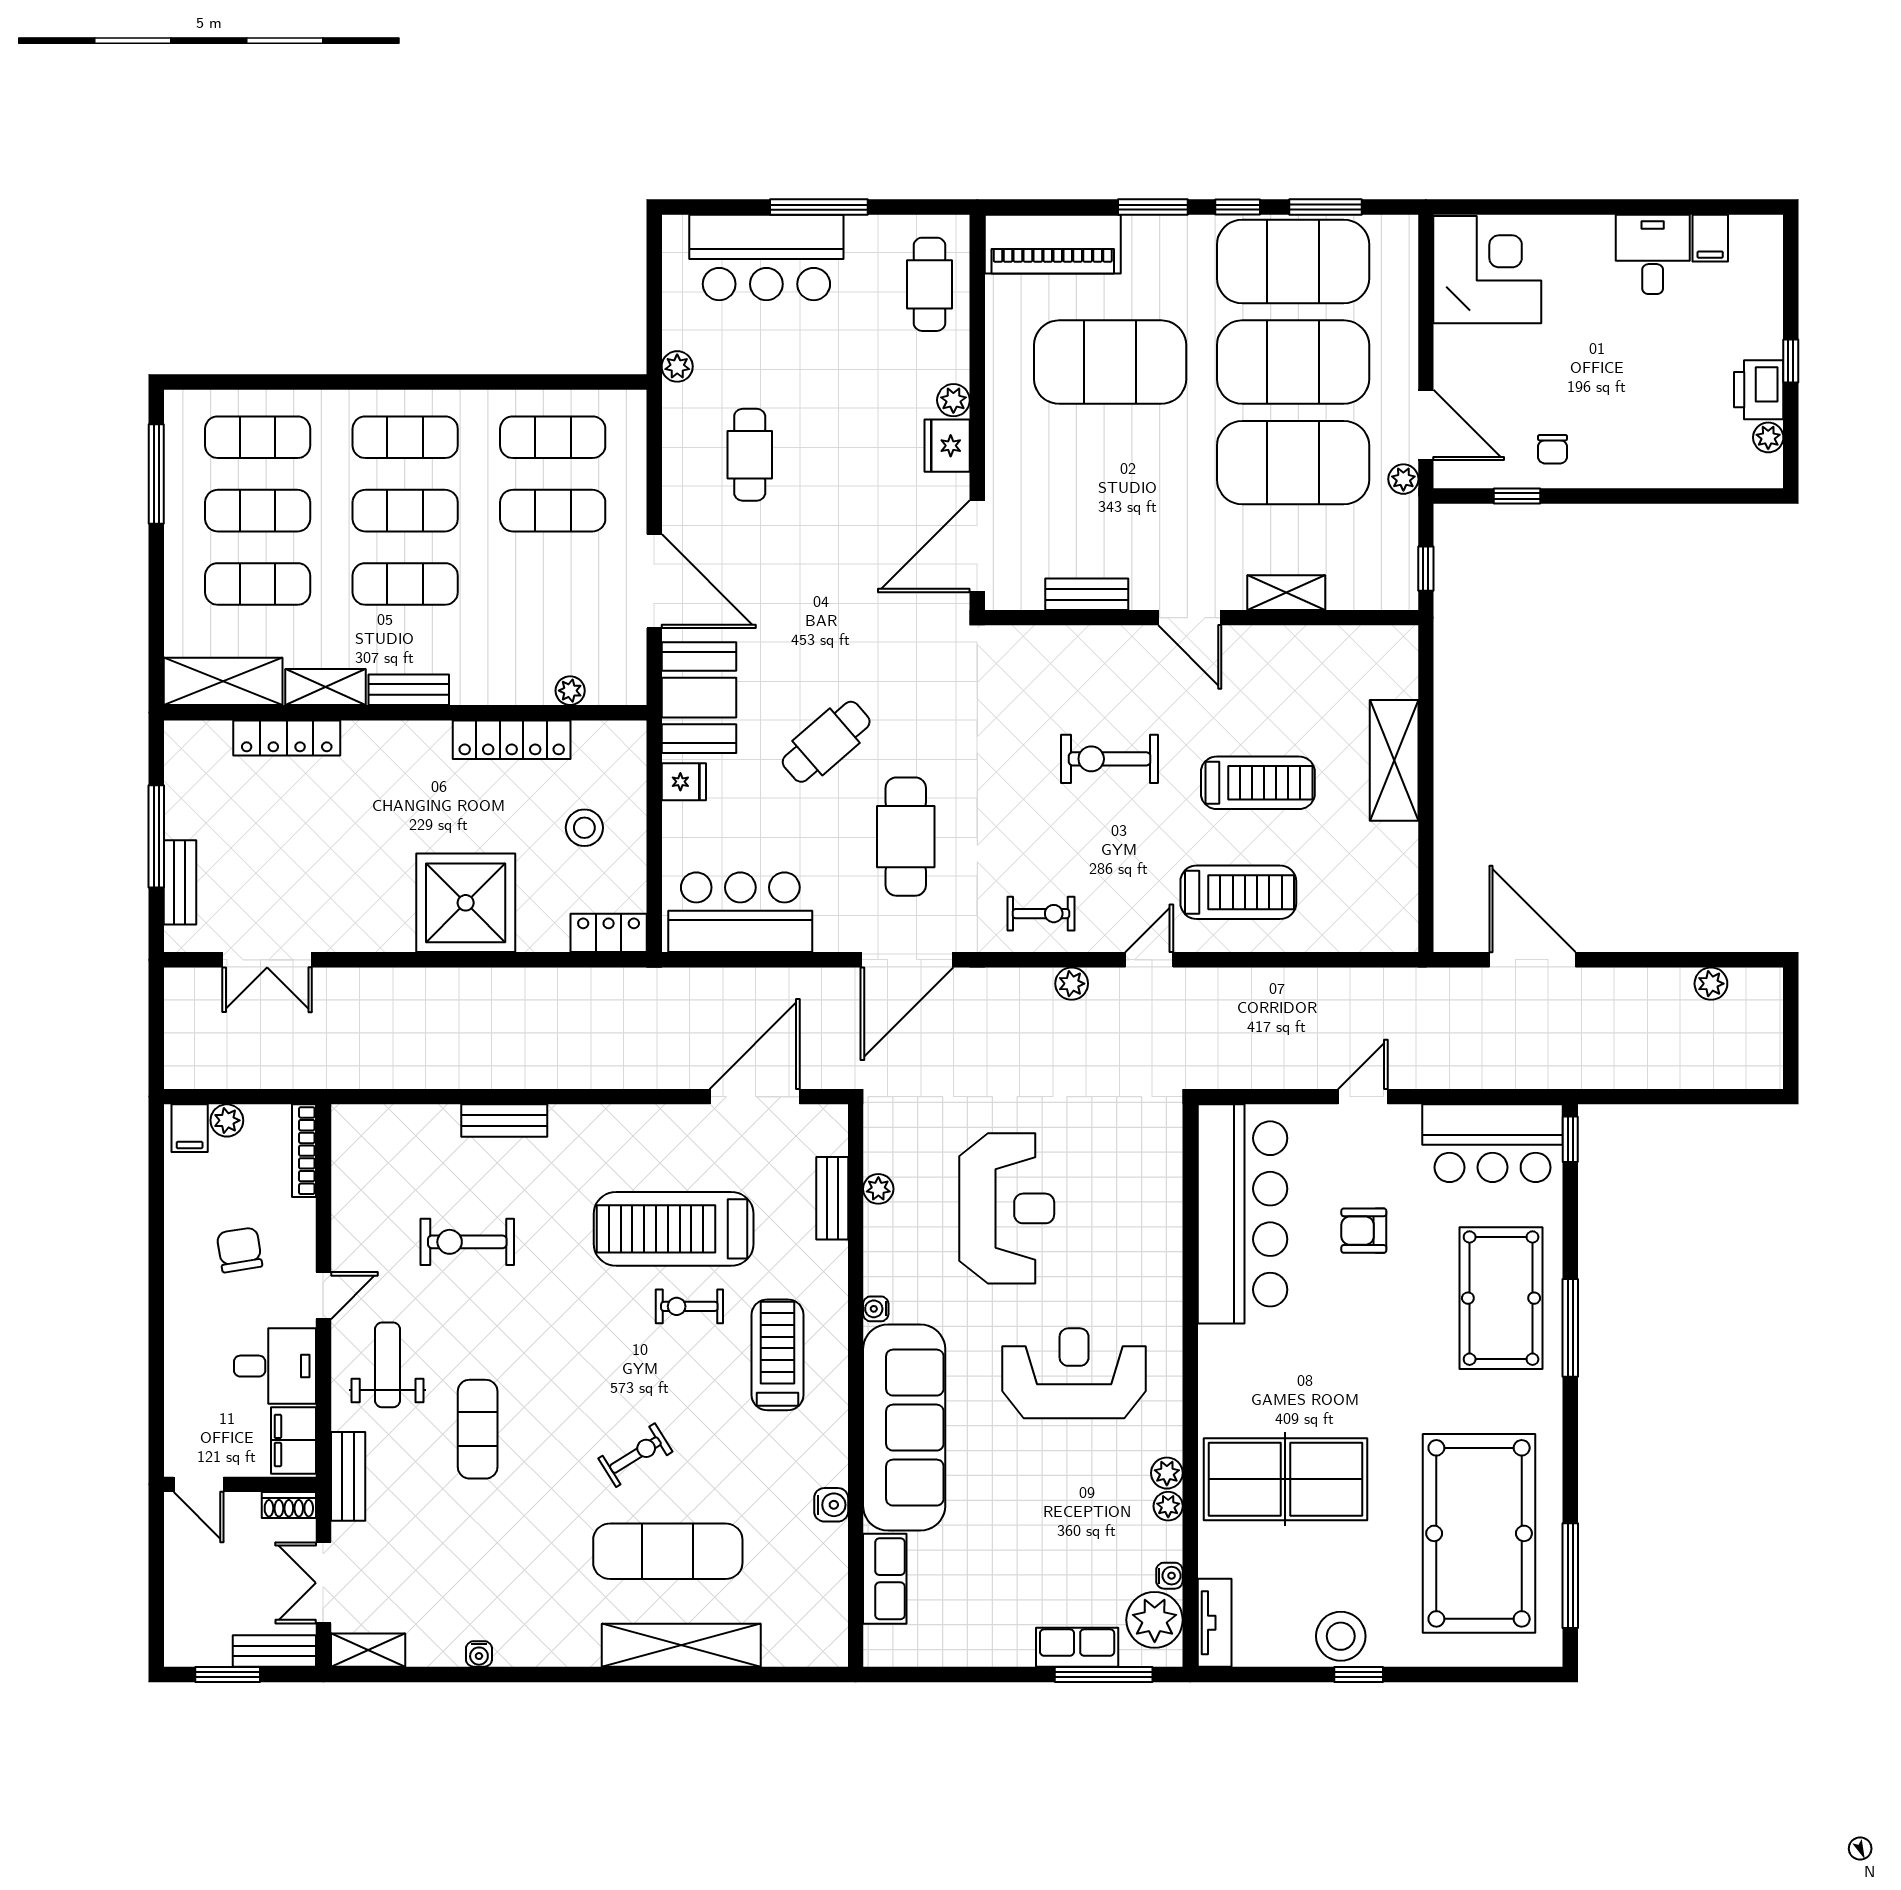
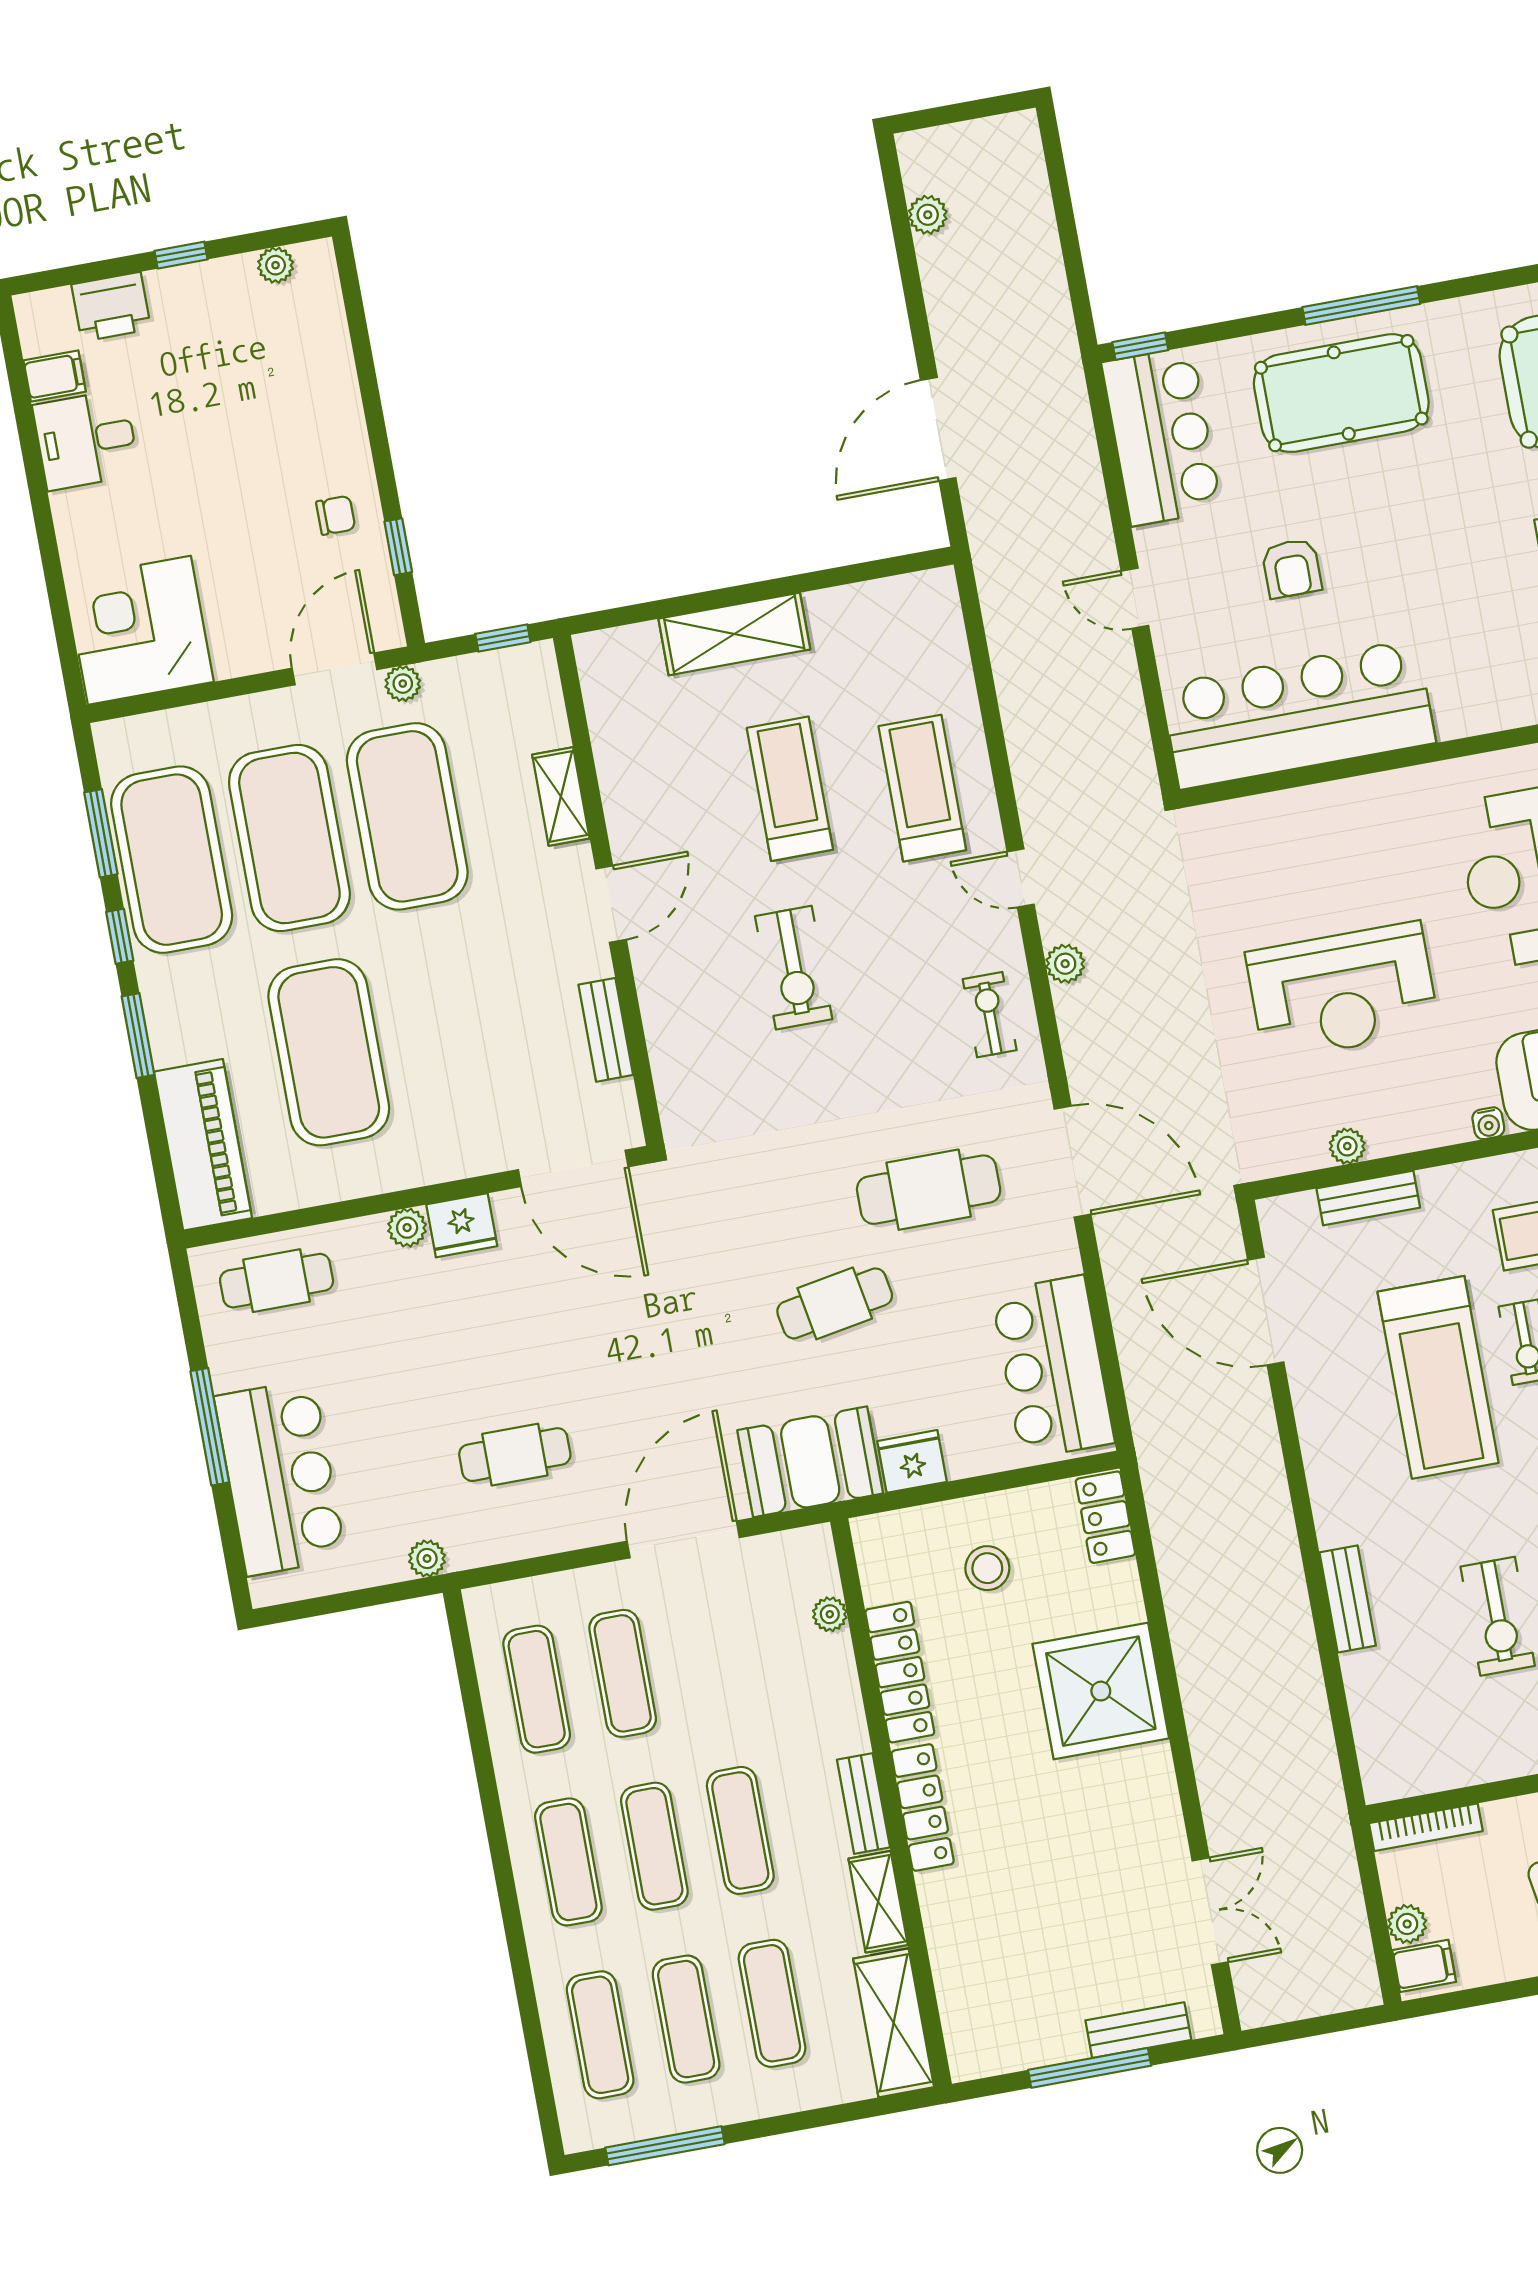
printer: (1759, 390) -> (111, 307), moved
locker: (287, 738) -> (923, 1807), moved
cafe table: (826, 742) -> (835, 1303), turned -59
fridge: (684, 782) -> (912, 1461), width x1.38
reception desk: (1007, 1208) -> (1343, 991), turned 180

